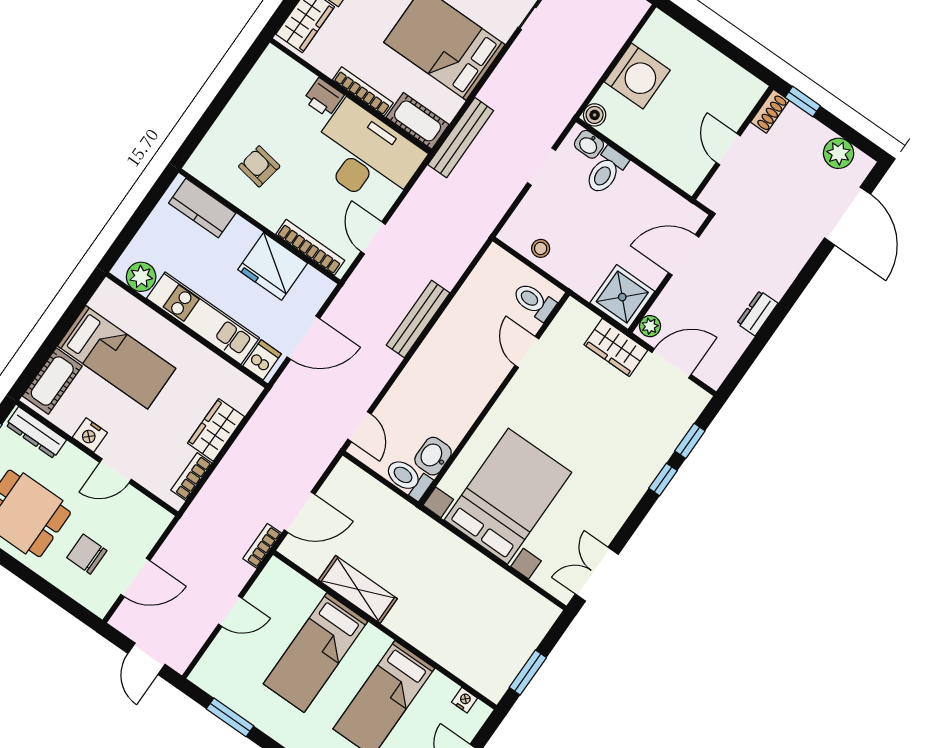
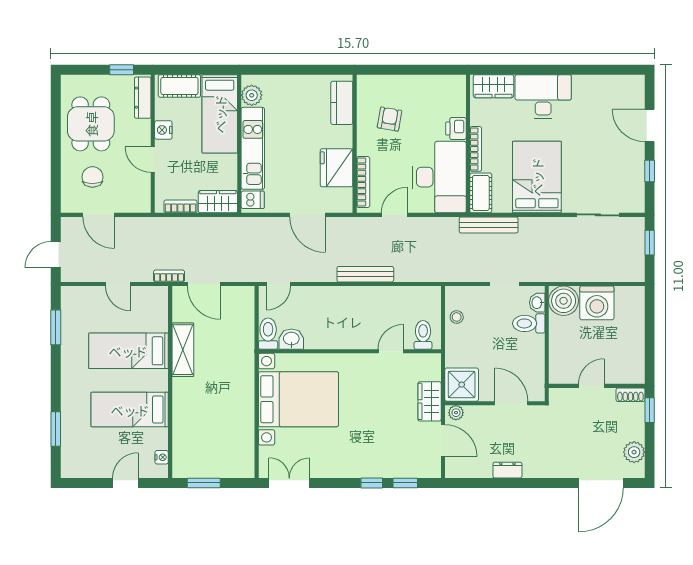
boiler: (595, 115) -> (564, 301), width x1.86, depth x1.86
plant: (141, 277) -> (252, 95), moved
kitchen unit: (203, 318) -> (253, 148), moved
wall: (187, 330) -> (239, 144), moved
dishwasher: (262, 360) -> (253, 200), moved

